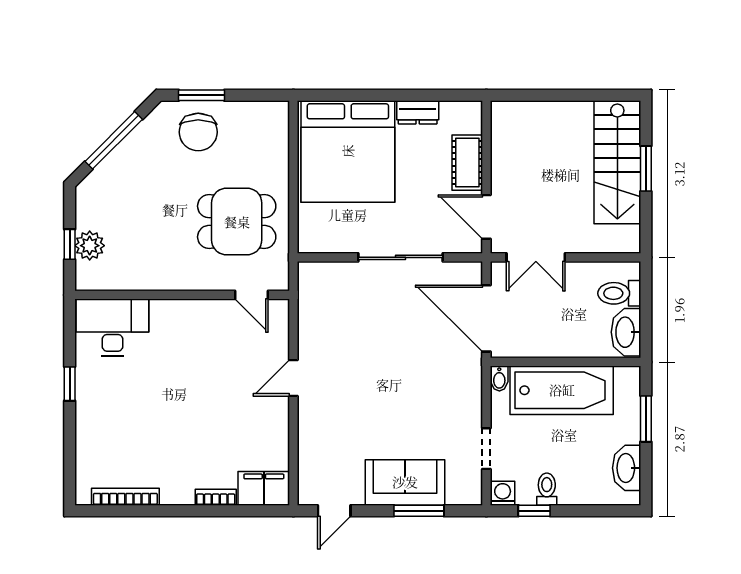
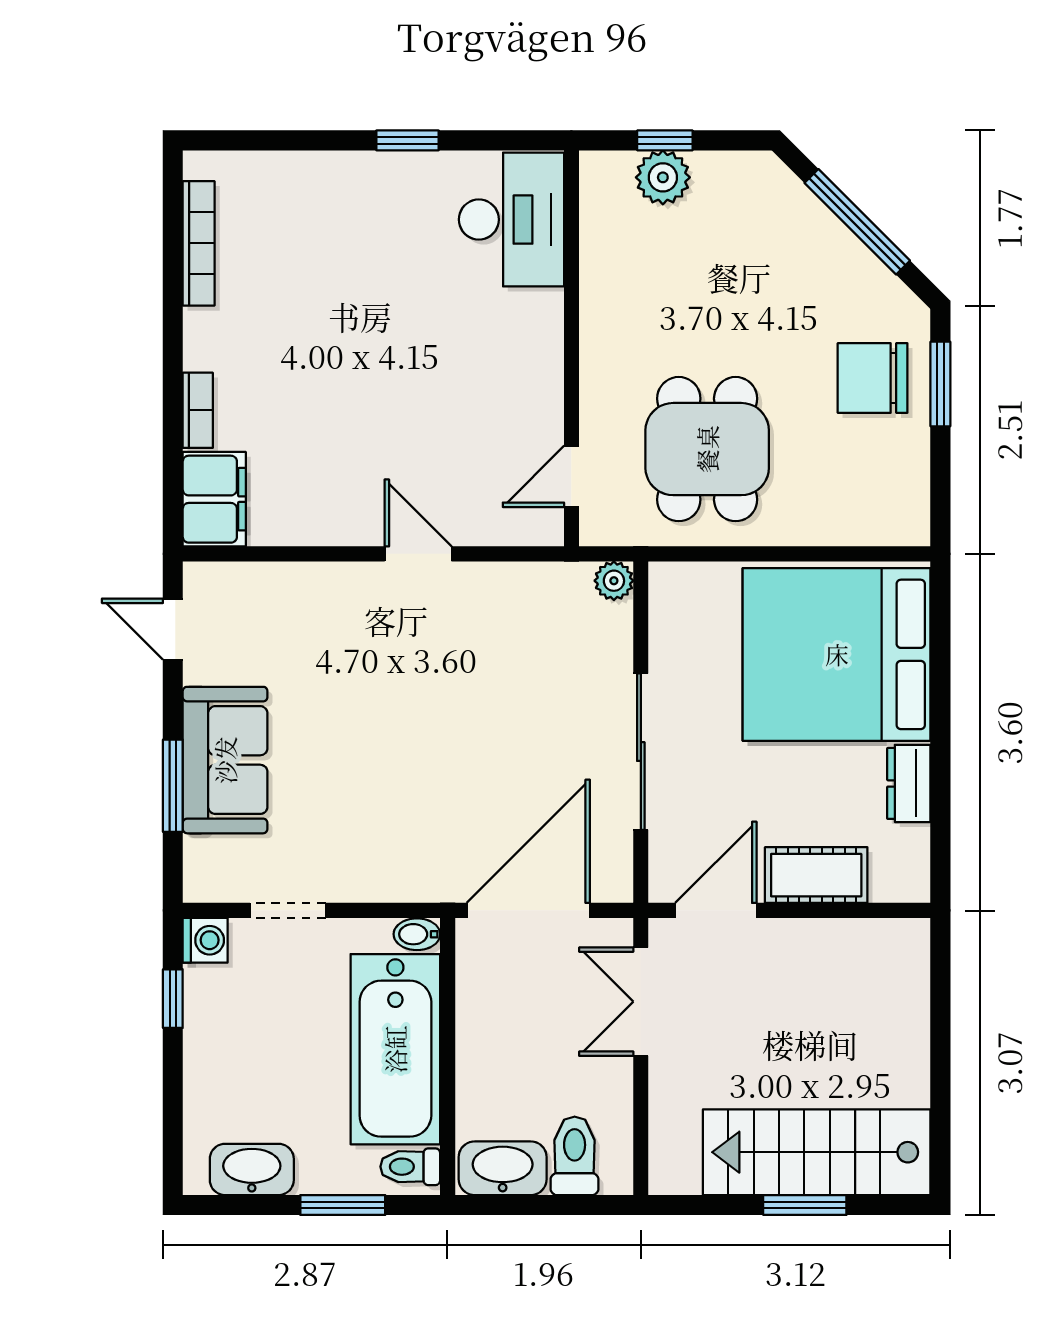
plant: (308, 272) -> (614, 581), added
toilet: (547, 489) -> (410, 1167), moved, turned 180

